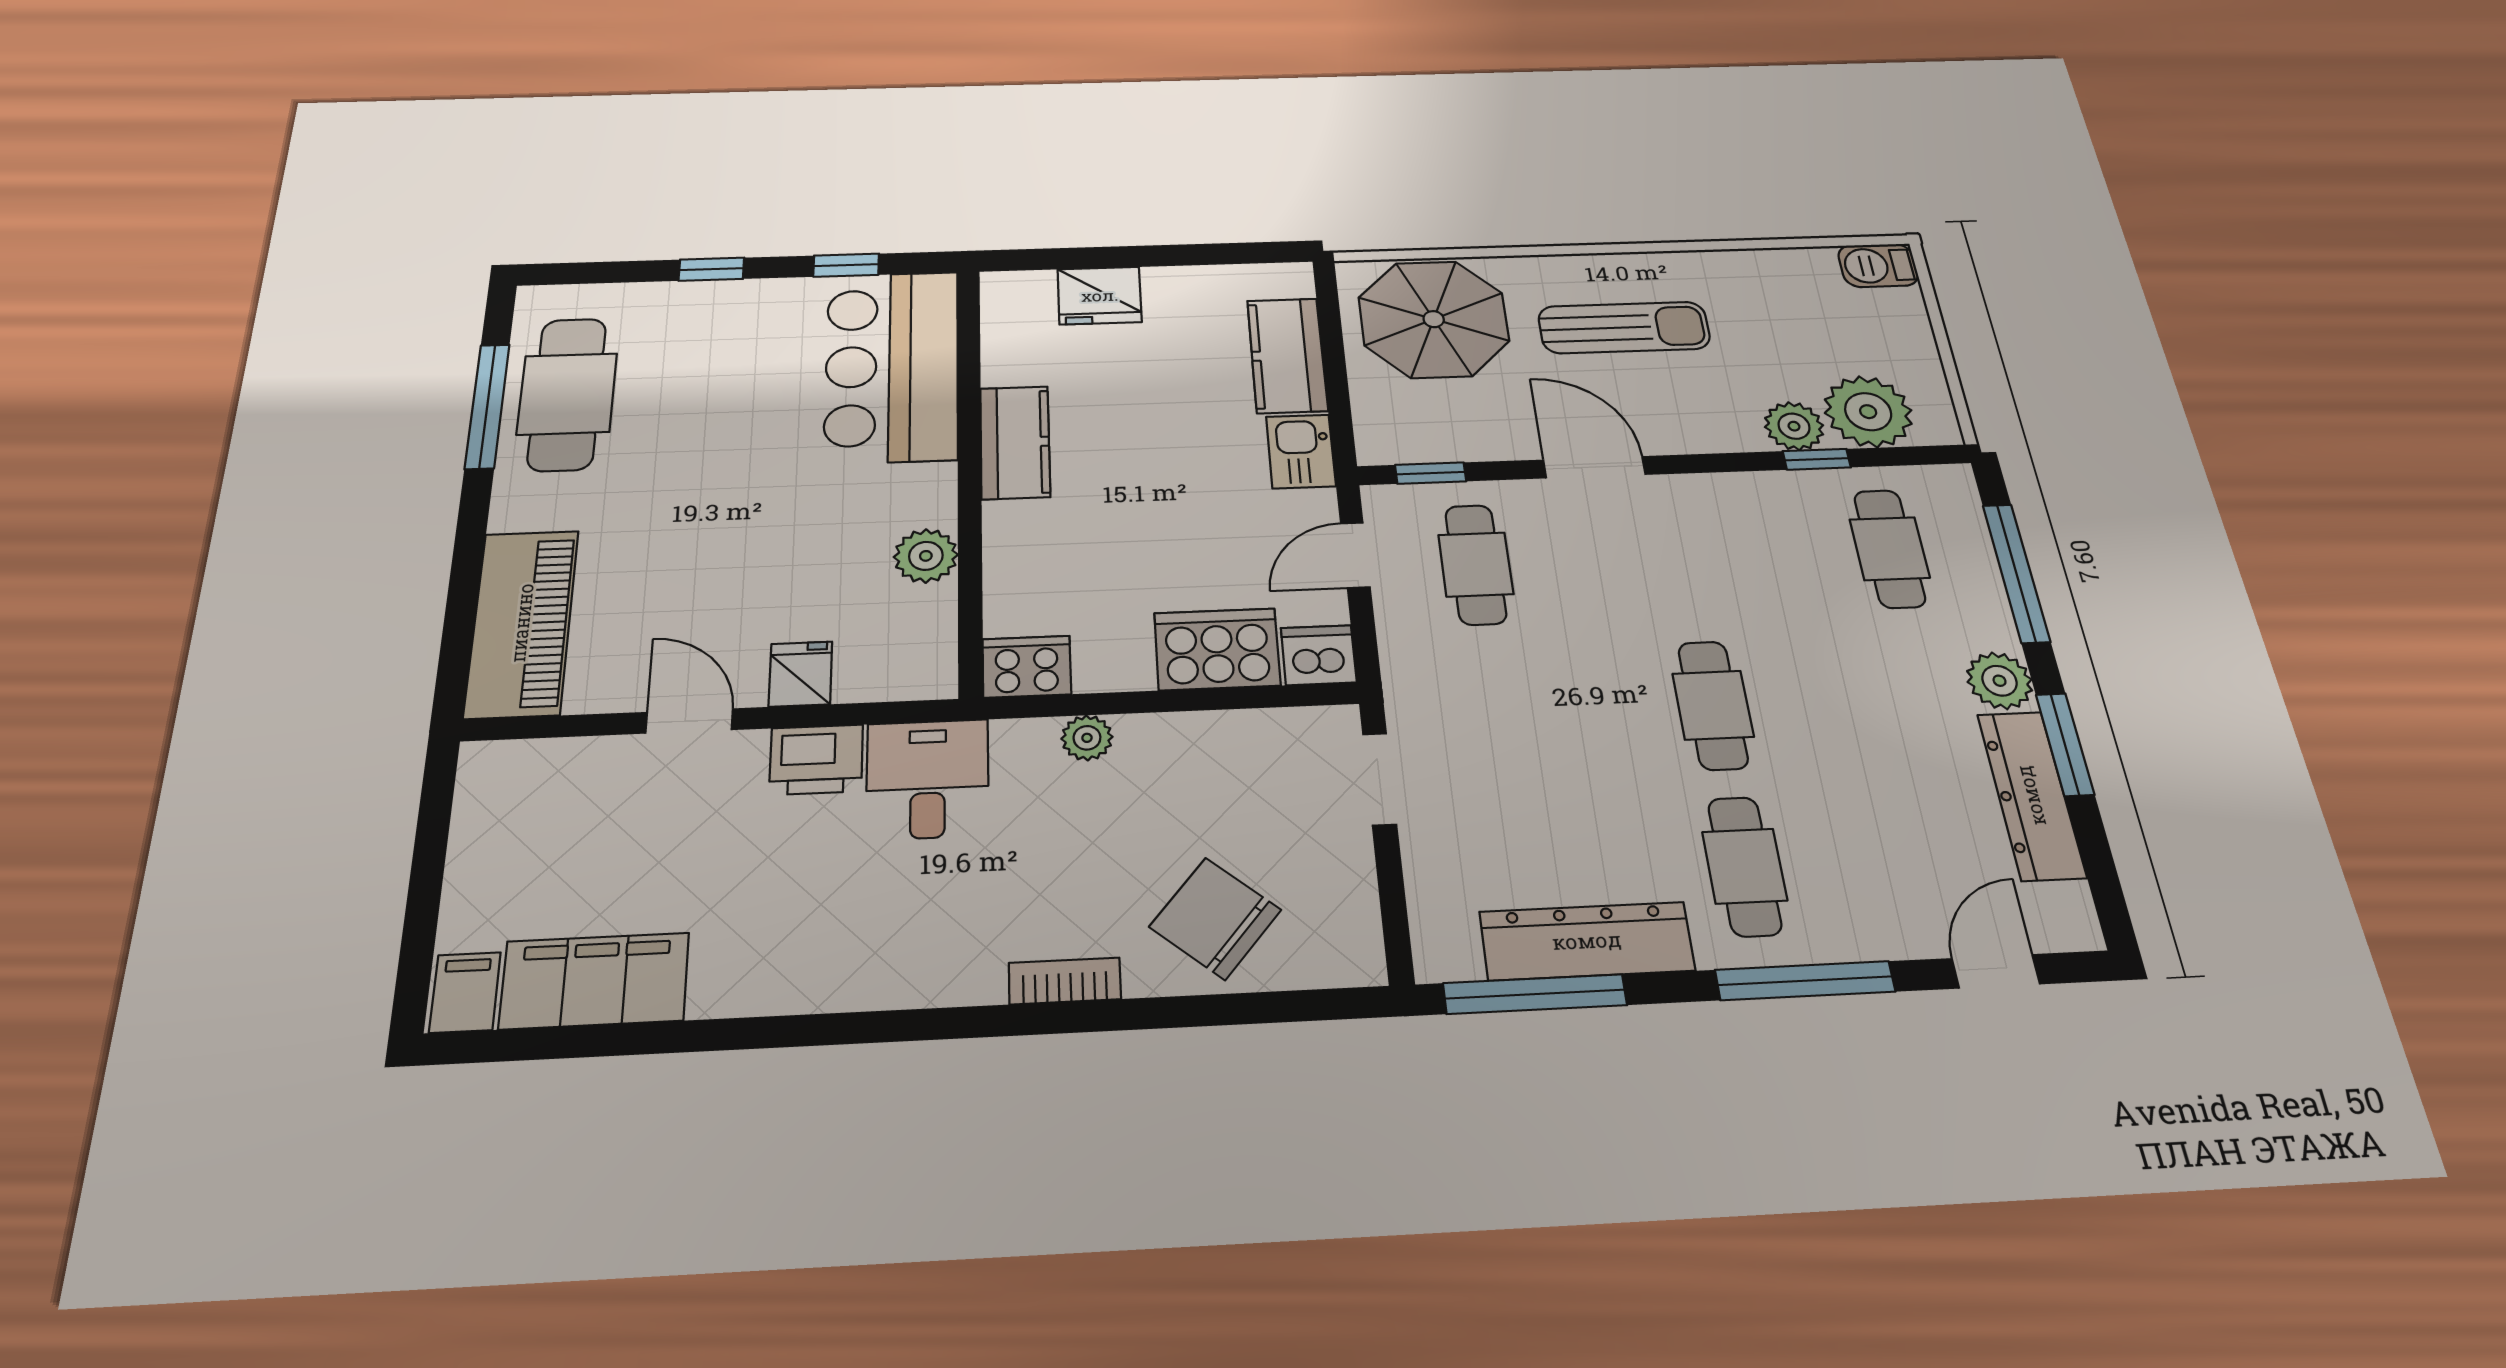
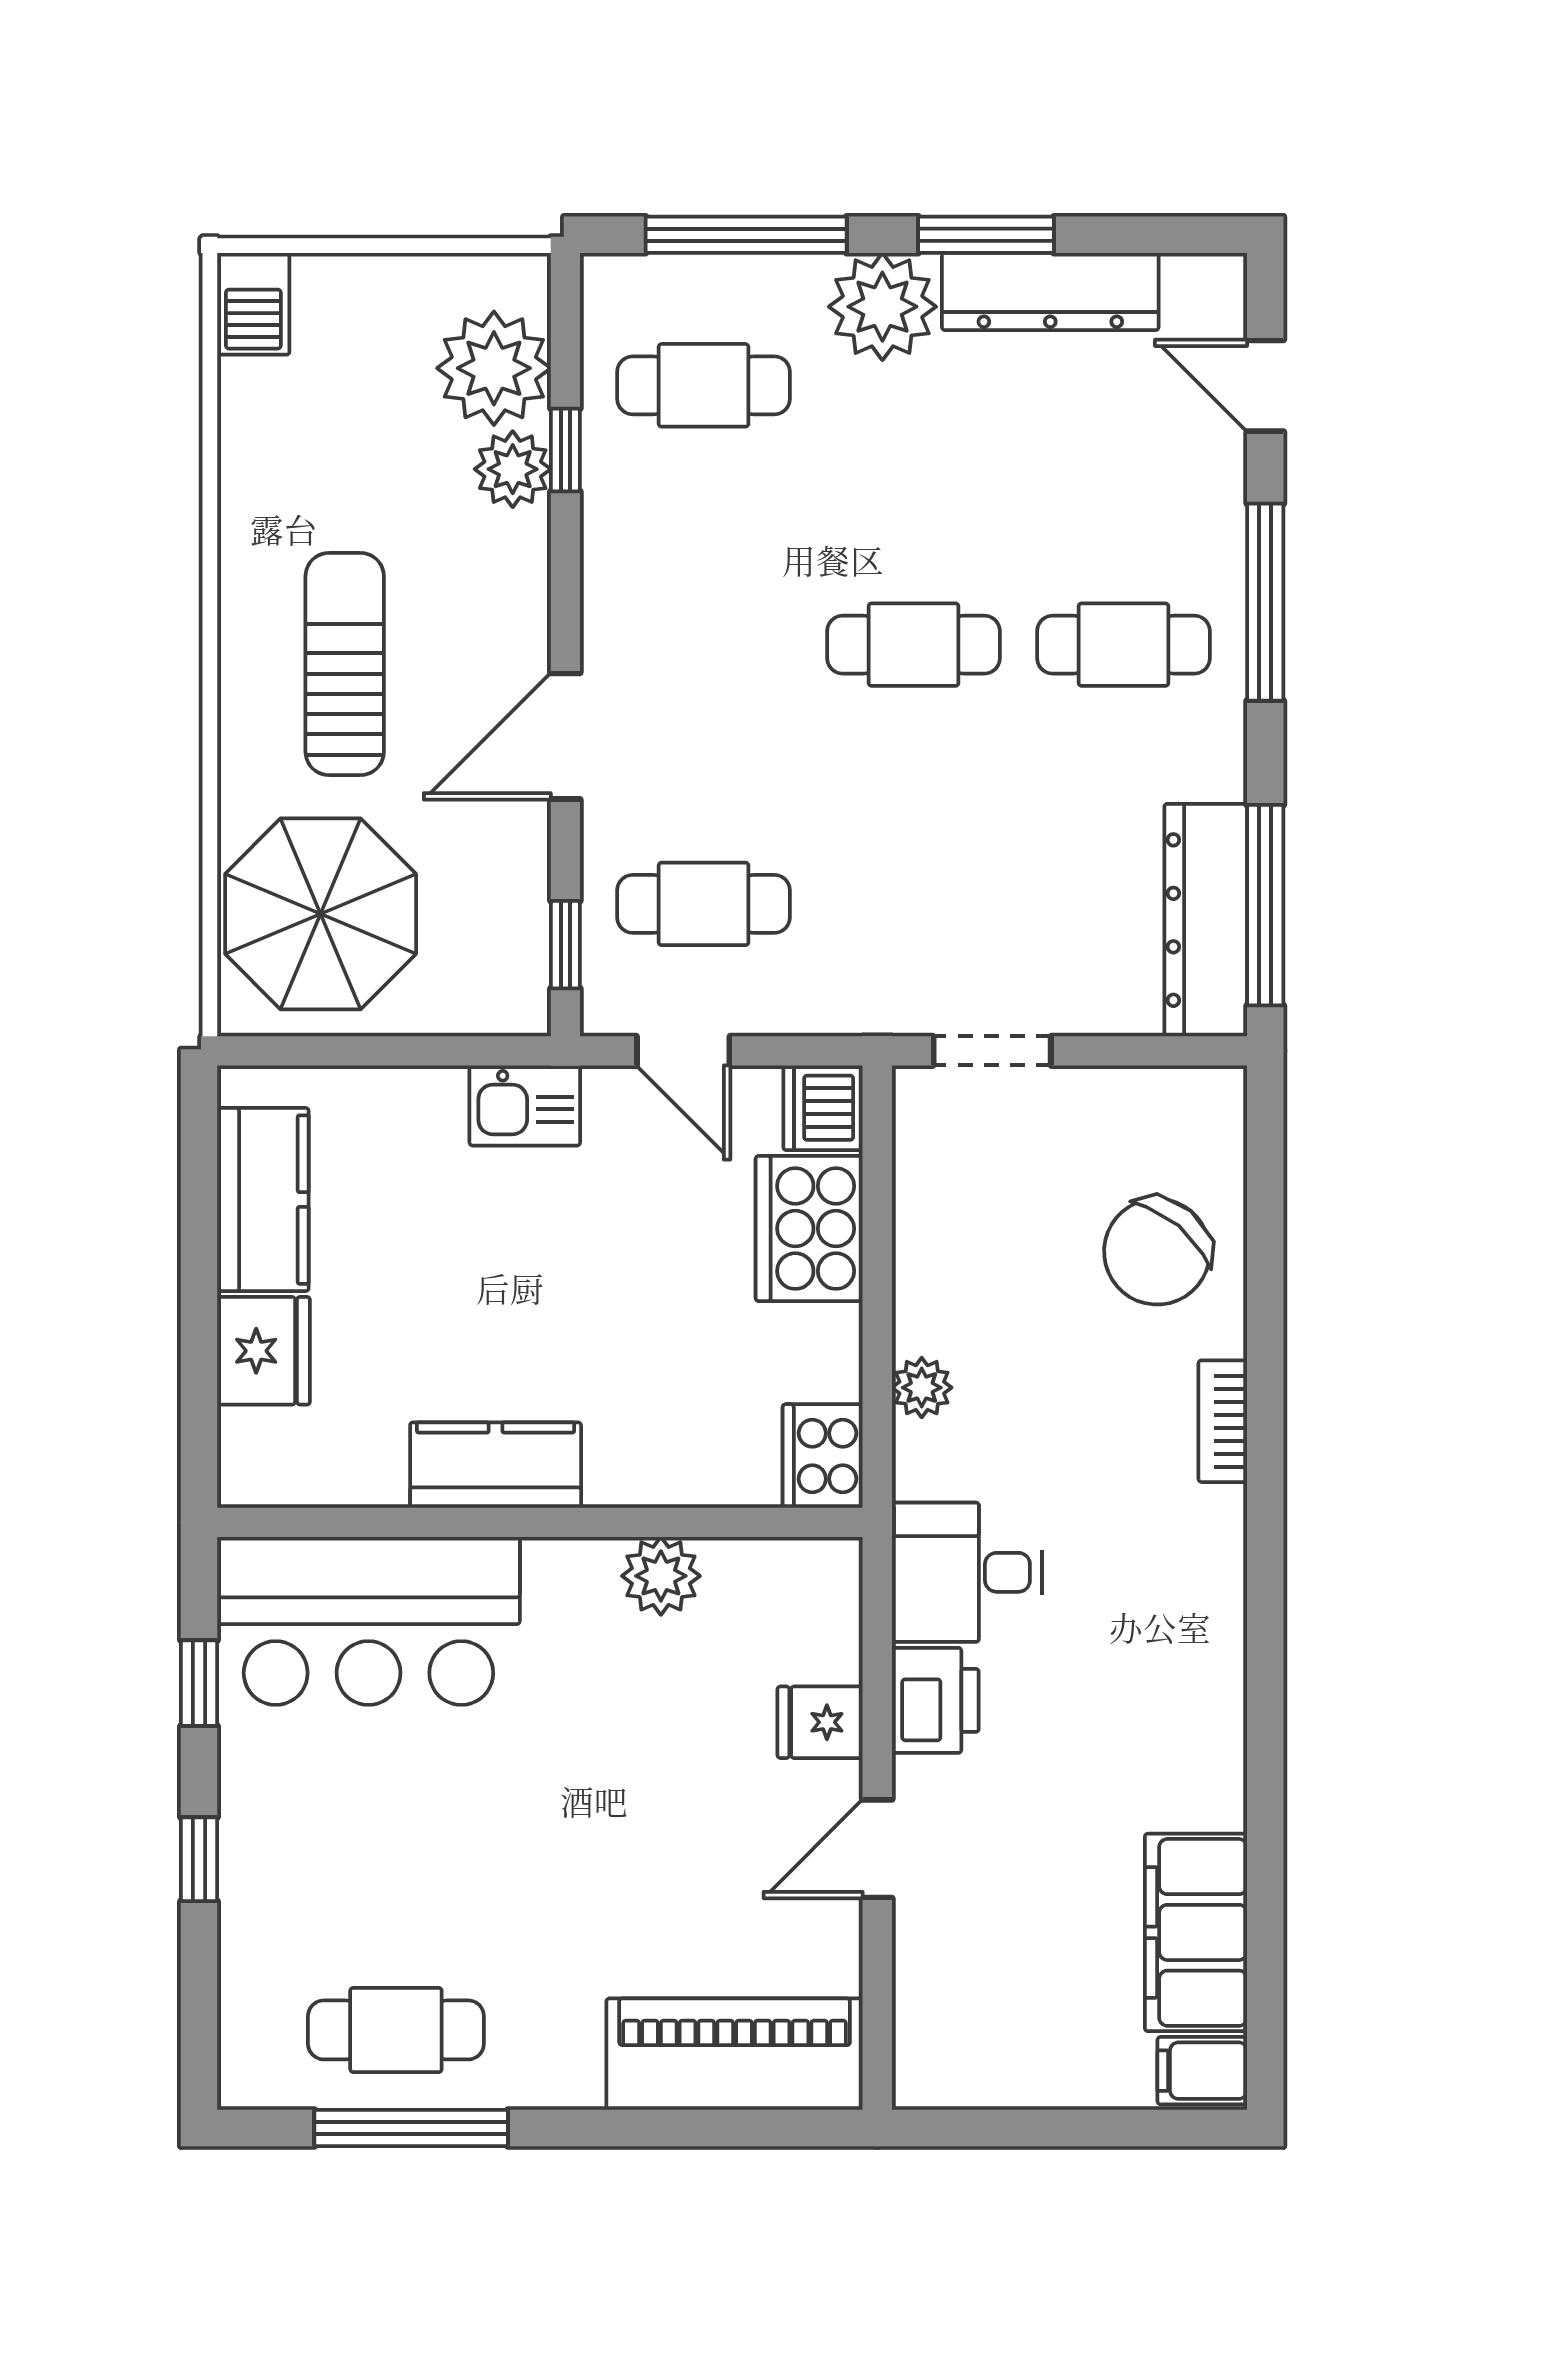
kitchen counter: (1287, 355) -> (263, 1200), moved, turned -90
cafe table: (567, 394) -> (396, 2030), width x0.73, depth x0.74
plant: (2000, 681) -> (882, 307), width x1.36, depth x1.36
dresser: (1587, 941) -> (1206, 920), moved

